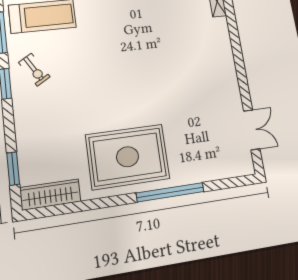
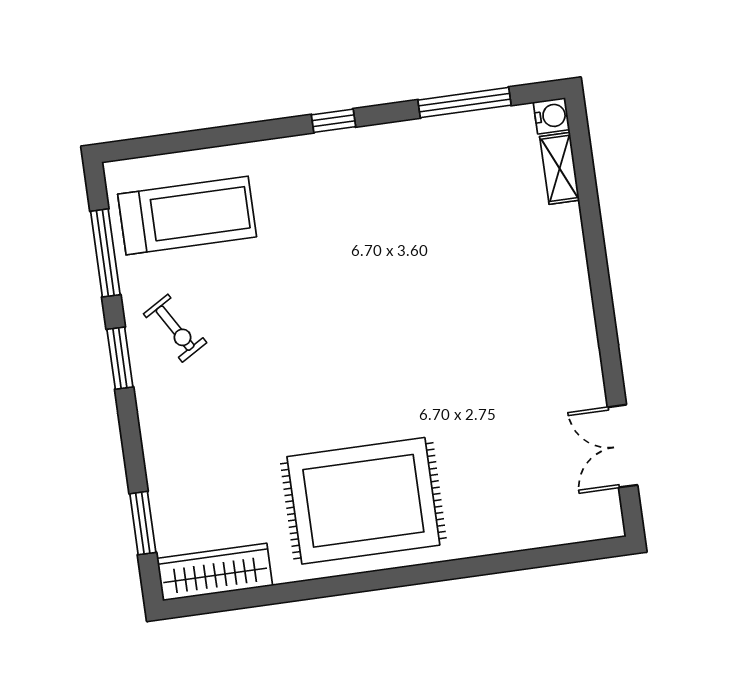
double door: (252, 130) -> (623, 446), swing flipped
window: (170, 192) -> (448, 570), removed

